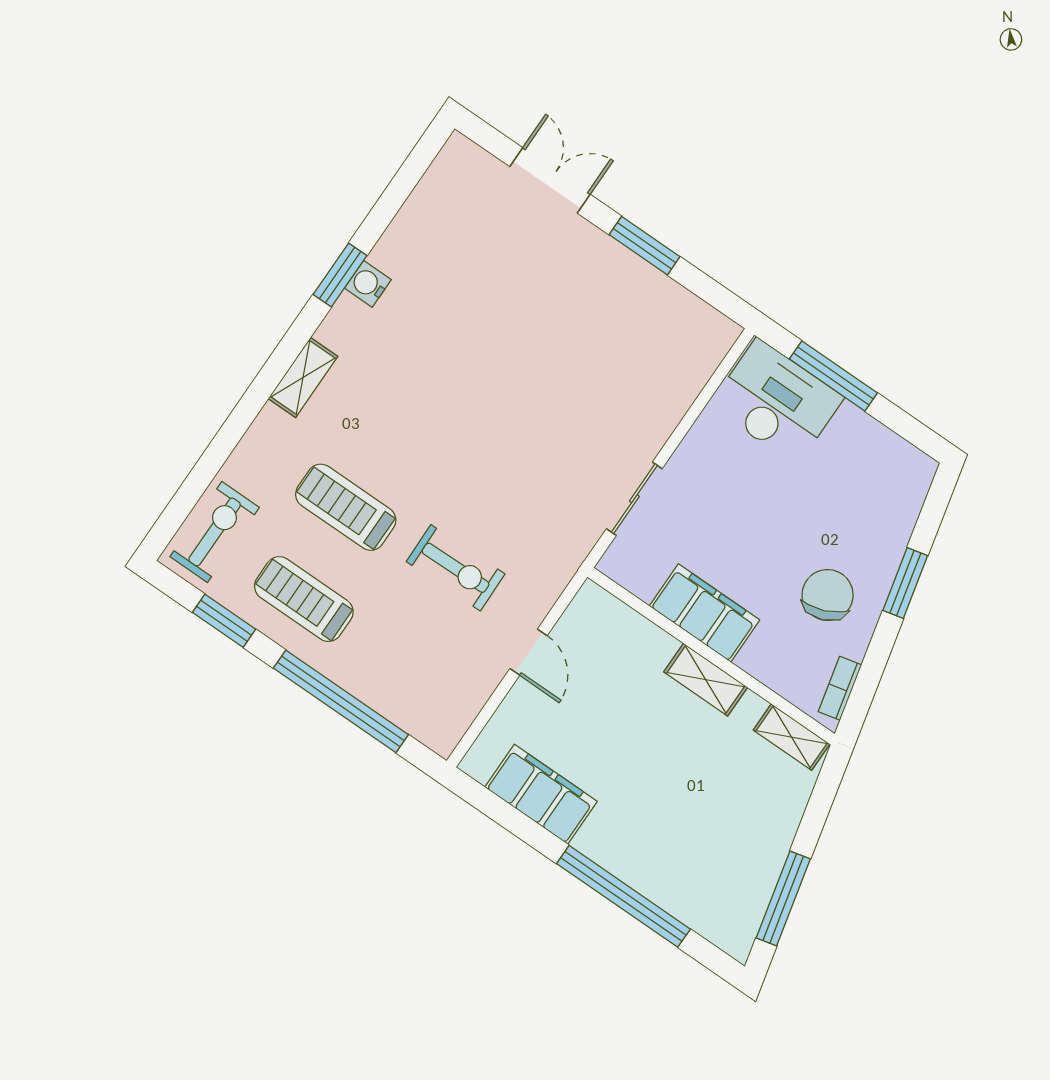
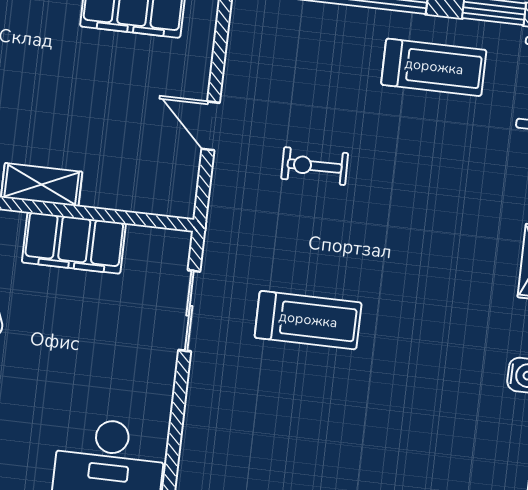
treadmill: (346, 507) -> (308, 320), moved
exercise bike: (456, 568) -> (315, 166), width x0.73, depth x0.72

